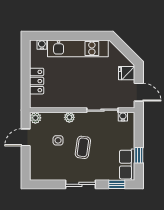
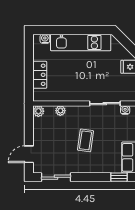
plant: (69, 117) -> (60, 111), moved
door: (26, 137) -> (29, 154), moved
side table: (58, 140) -> (61, 134), removed
sliding door: (80, 184) -> (56, 177), moved

